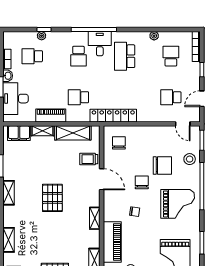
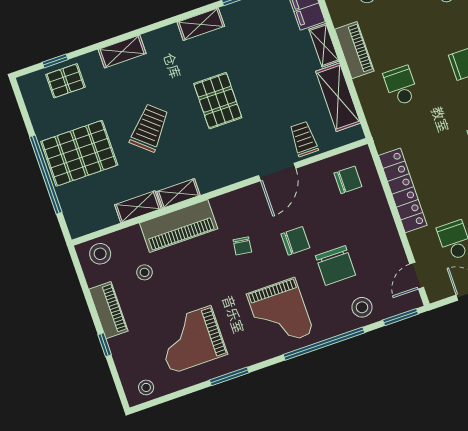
locker: (113, 116) -> (403, 190), moved
pallet: (52, 198) -> (218, 101), turned 90
shelving: (95, 218) -> (178, 193), moved
trolley: (54, 239) -> (149, 128), added

